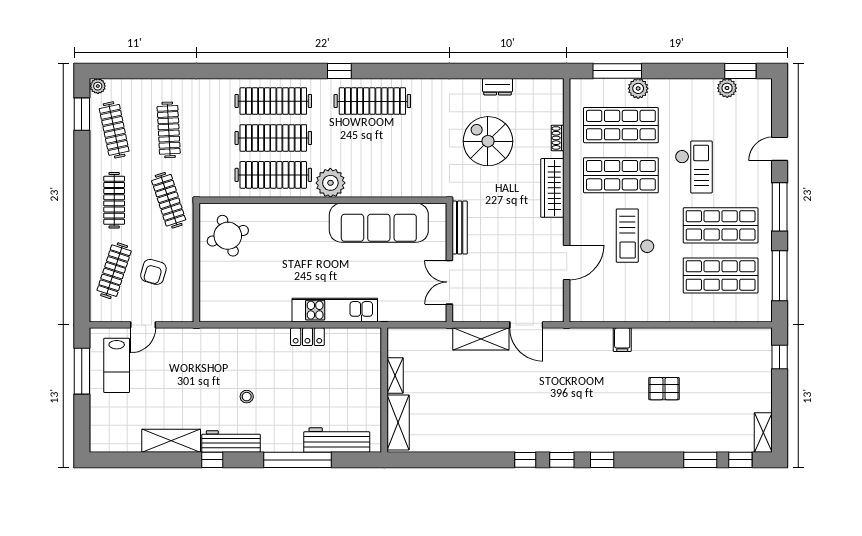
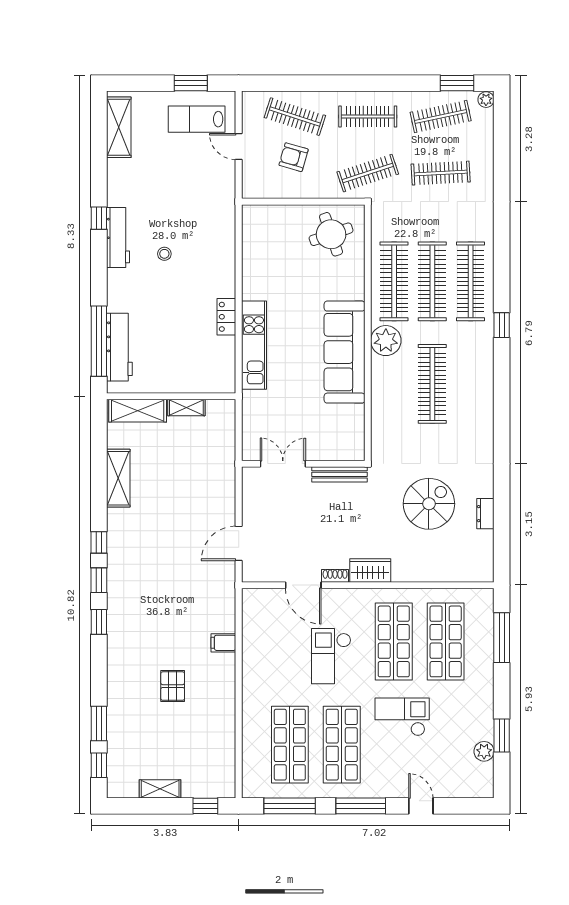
window: (339, 71) -> (502, 325), moved
window: (740, 71) -> (502, 736), moved
plant: (638, 88) -> (484, 659), removed
clothes rail: (372, 101) -> (432, 384), moved
shoe rack: (558, 138) -> (335, 576), moved
checkout: (694, 167) -> (402, 717), turned 180
wardrobe: (552, 188) -> (370, 570), width x0.67
sofa: (379, 223) -> (345, 352), moved
checkout: (635, 236) -> (331, 656), turned -90
shelving: (481, 339) -> (118, 478), moved
window: (82, 371) -> (191, 83), width x0.69
shelving: (763, 432) -> (160, 789), moved
shelving: (171, 441) -> (119, 127), moved
window: (297, 460) -> (99, 341), moved

